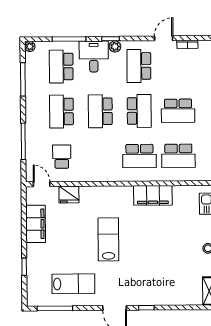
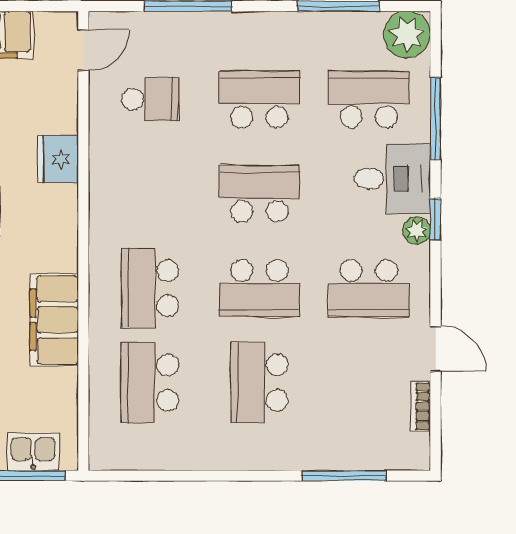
plant: (30, 46) -> (407, 35), width x1.87, depth x1.87
school desk: (139, 66) -> (369, 288), turned 180
fridge: (69, 195) -> (58, 159), moved

